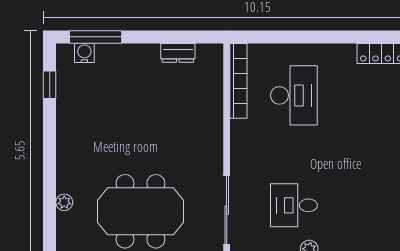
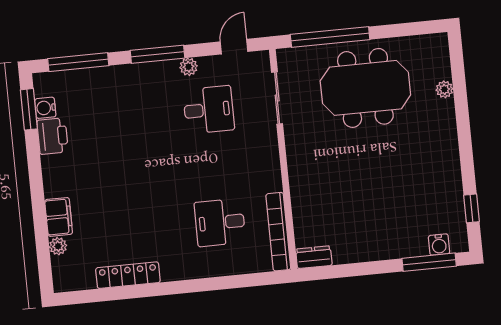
dresser: (178, 53) -> (314, 257), moved
desk: (294, 95) -> (220, 222), width x0.73
sliding door: (227, 210) -> (277, 98), width x0.73

